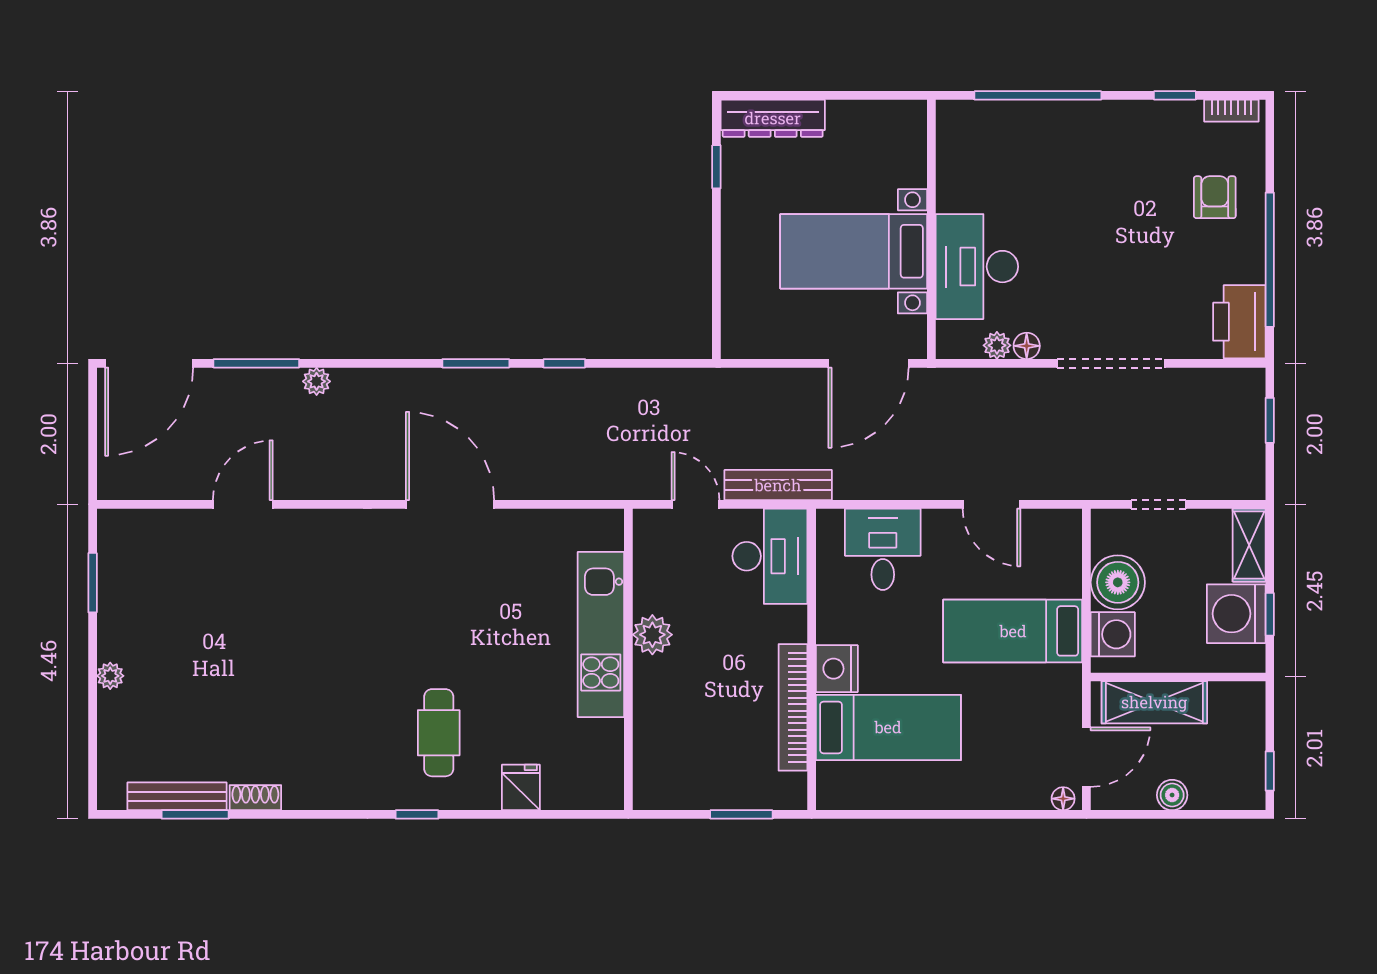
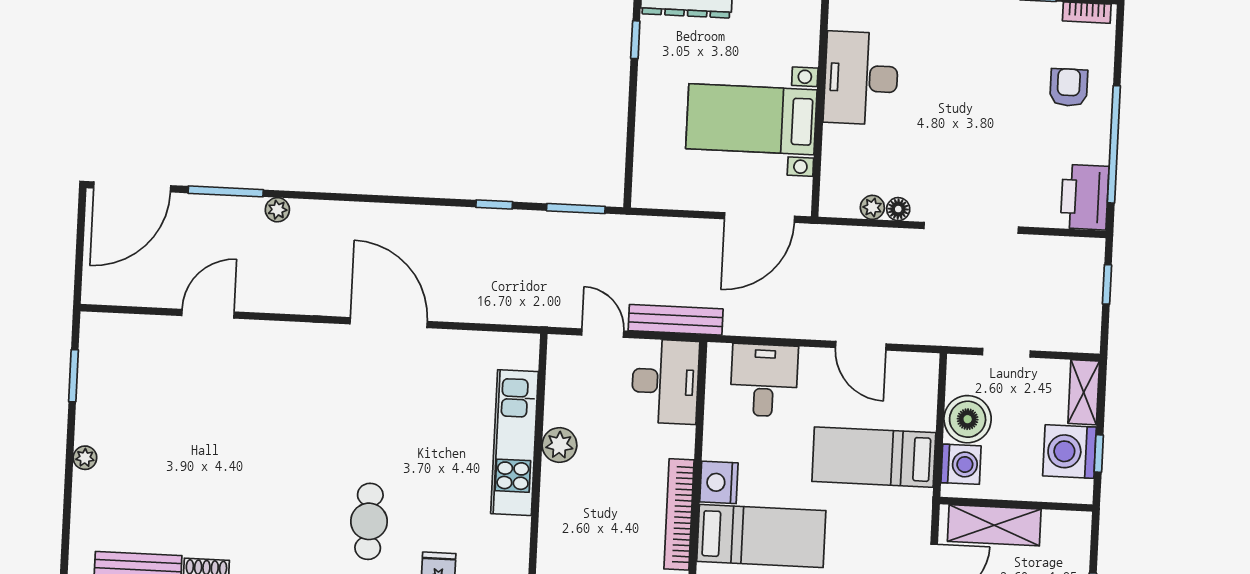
desk: (977, 267) -> (861, 78), moved
window: (476, 363) -> (576, 209), moved

